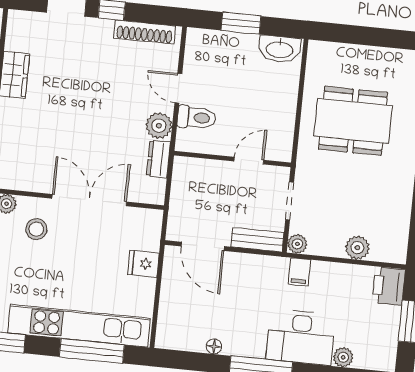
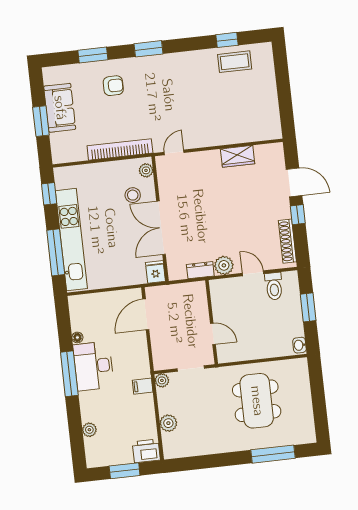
washbasin: (280, 49) -> (299, 345), width x0.52, depth x0.69
door: (178, 88) -> (253, 273), hinge flipped
toilet: (197, 118) -> (274, 286), moved
double door: (89, 200) -> (161, 228), swing flipped
bench: (258, 240) -> (159, 352), removed
fridge: (143, 264) -> (155, 272), moved
desk: (301, 337) -> (94, 366), moved

